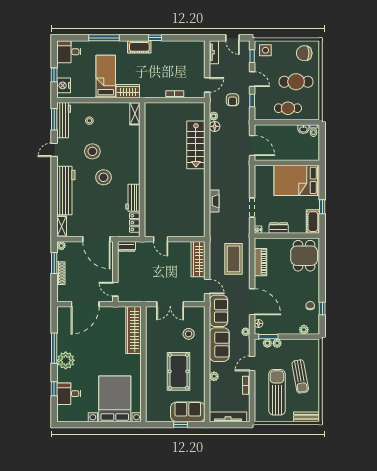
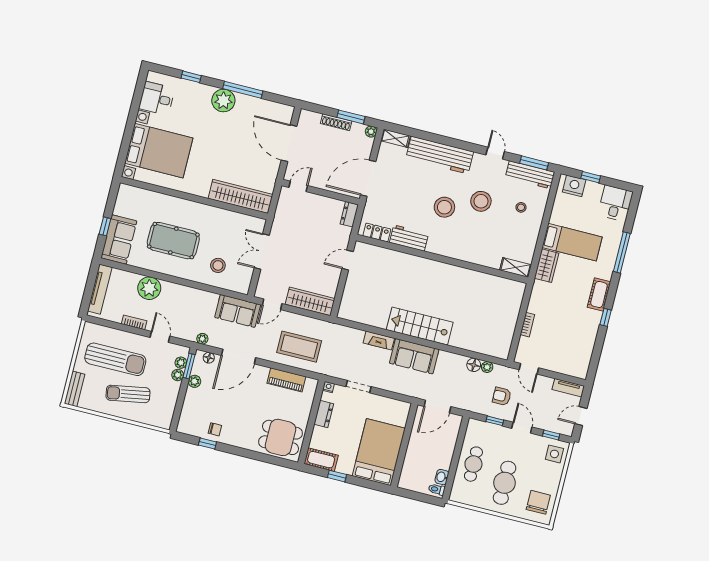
door: (252, 79) -> (522, 428), swing flipped
stairs: (196, 145) -> (420, 326), moved
plant: (304, 330) -> (194, 381), moved
sofa: (219, 345) -> (414, 356), moved
plant: (214, 376) -> (149, 288), width x1.88, depth x1.88
desk: (69, 394) -> (157, 98), moved, turned -90

